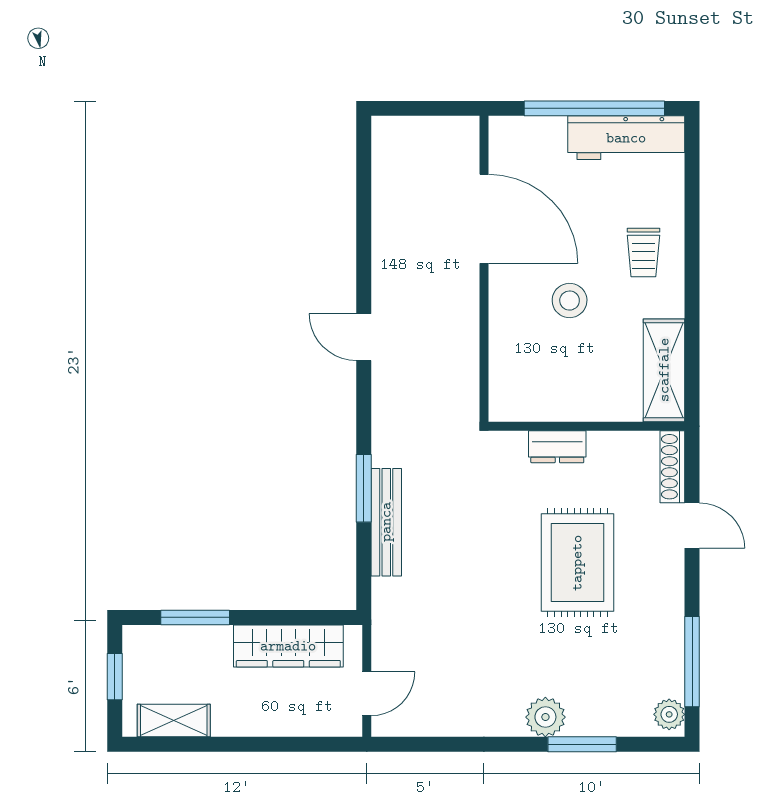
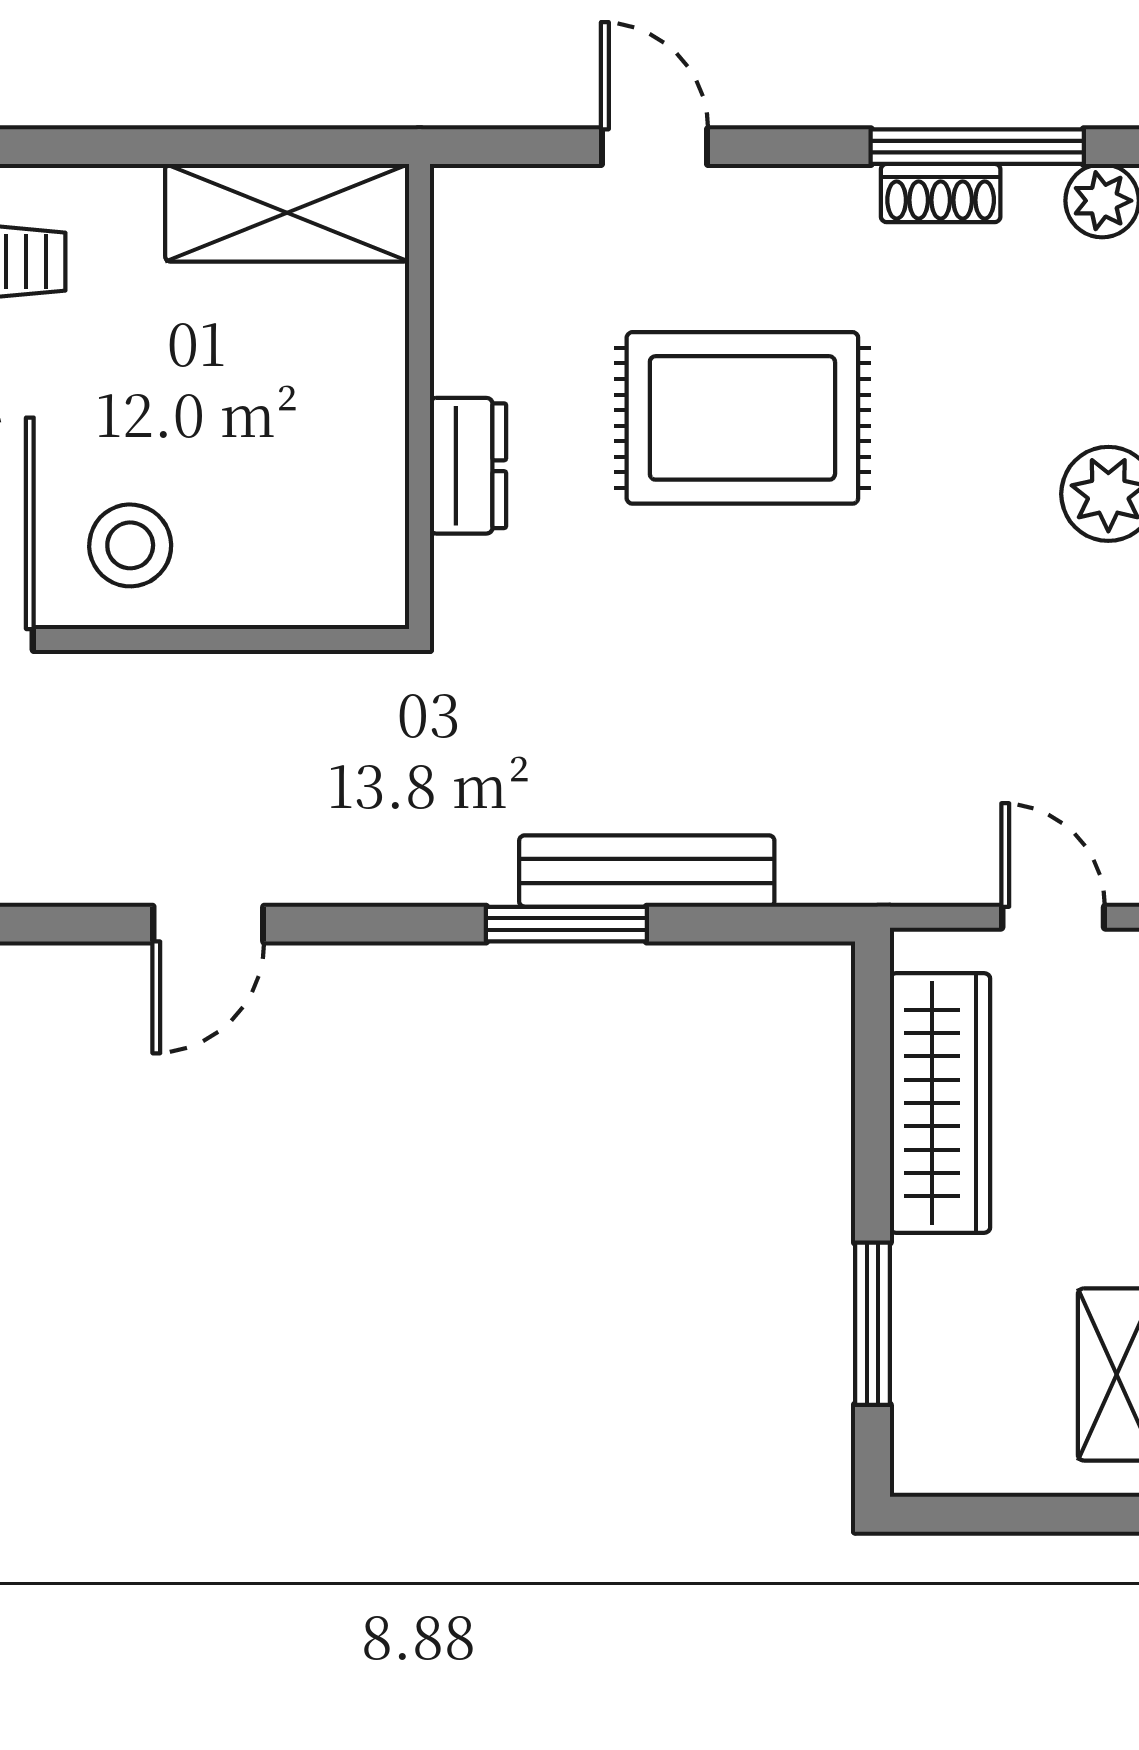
stool: (570, 301) -> (130, 545), moved
shoe rack: (672, 467) -> (941, 193), moved, width x0.70
door: (692, 525) -> (655, 147), hinge flipped
window: (115, 677) -> (1013, 1514), removed

